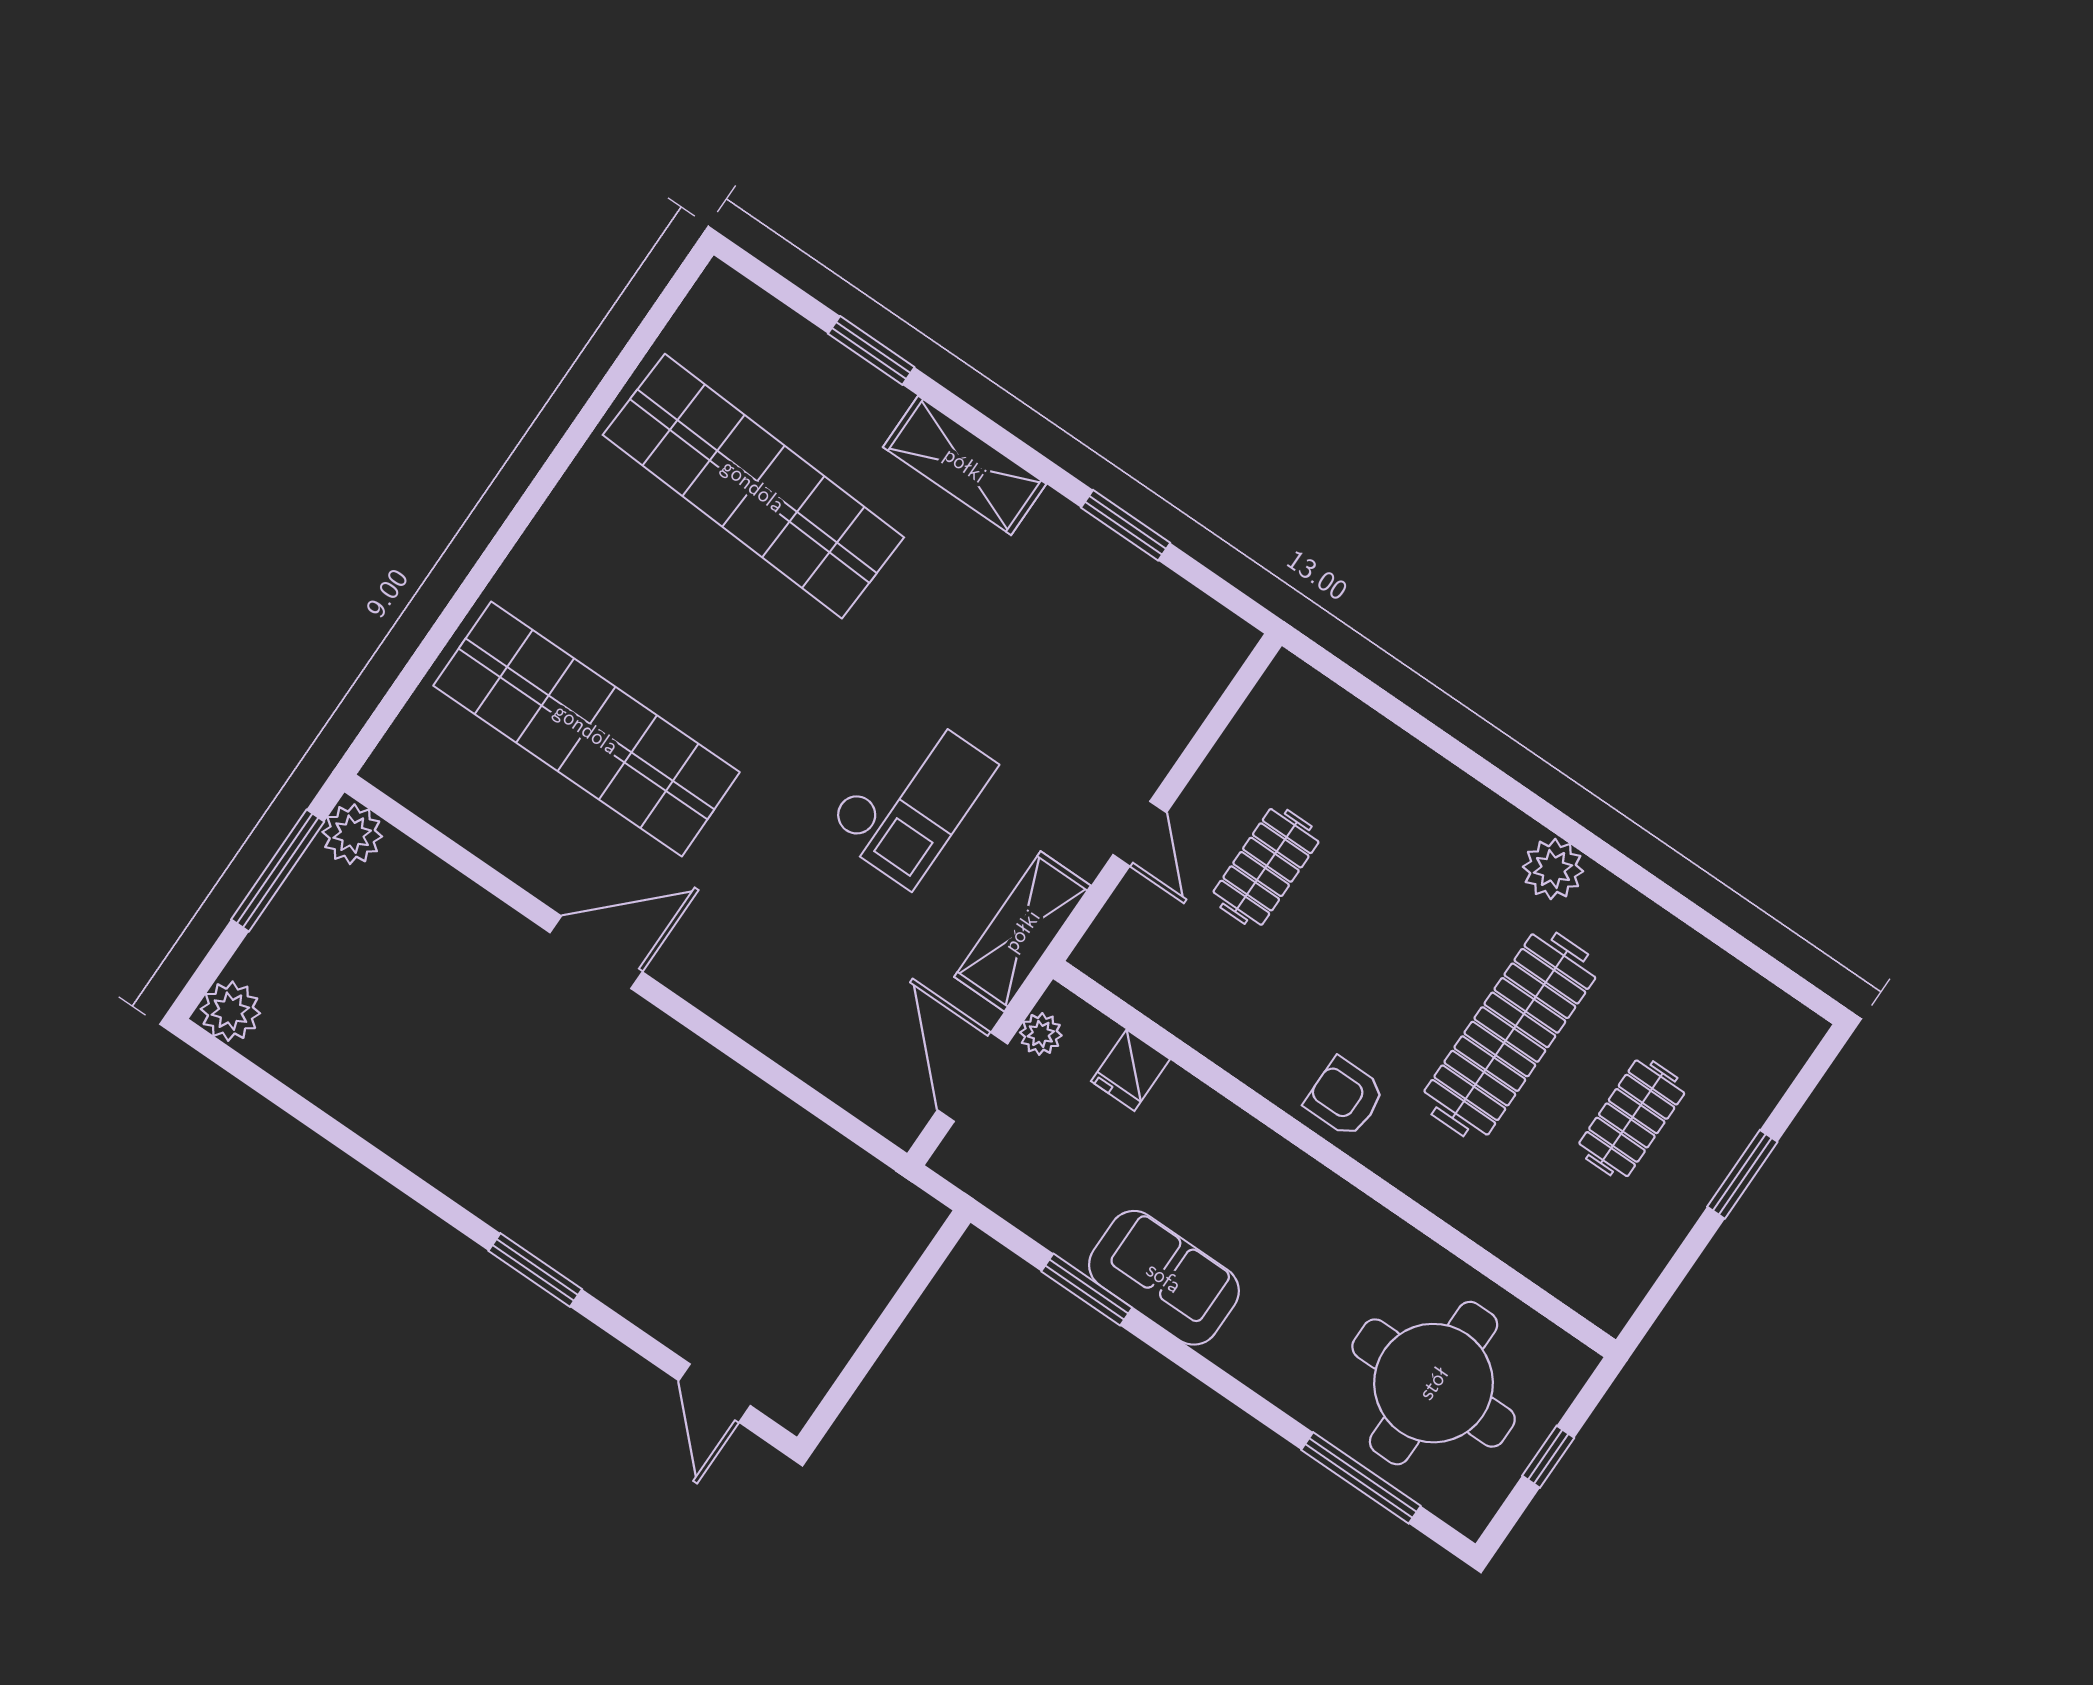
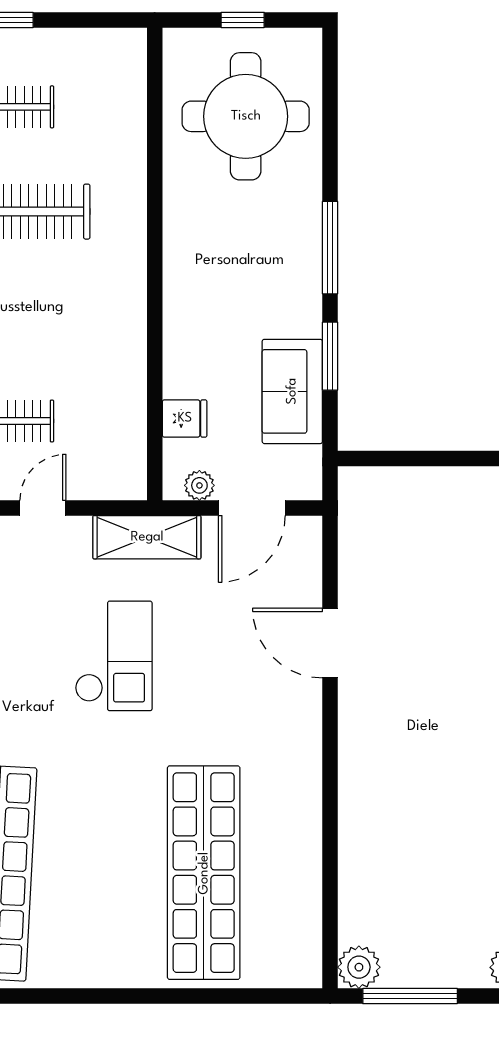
checkout: (911, 798) -> (114, 656), turned 90
door: (596, 952) -> (330, 643), moved
armchair: (1345, 1097) -> (114, 283), removed
sofa: (1164, 1278) -> (292, 391), moved
window: (1361, 1478) -> (330, 248), moved

